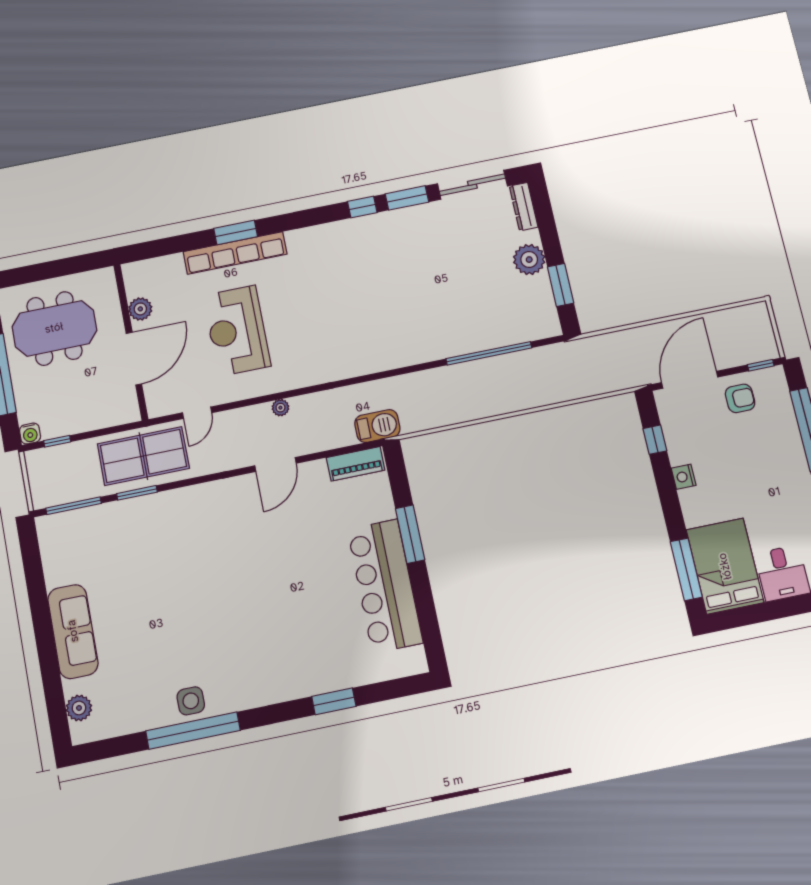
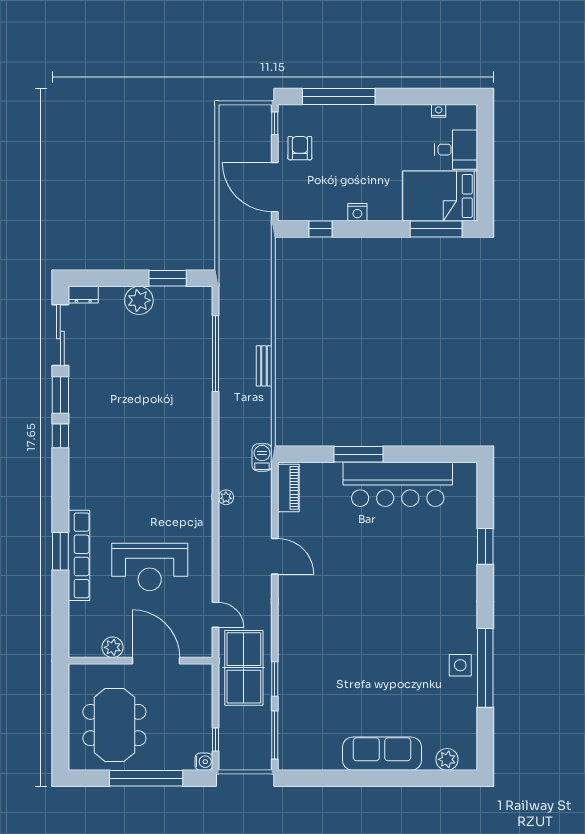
dresser: (524, 207) -> (83, 295), width x0.70
plant: (280, 408) -> (226, 497), moved
bench: (487, 409) -> (264, 366), added
barbecue: (377, 426) -> (262, 457), width x0.73, depth x0.79

